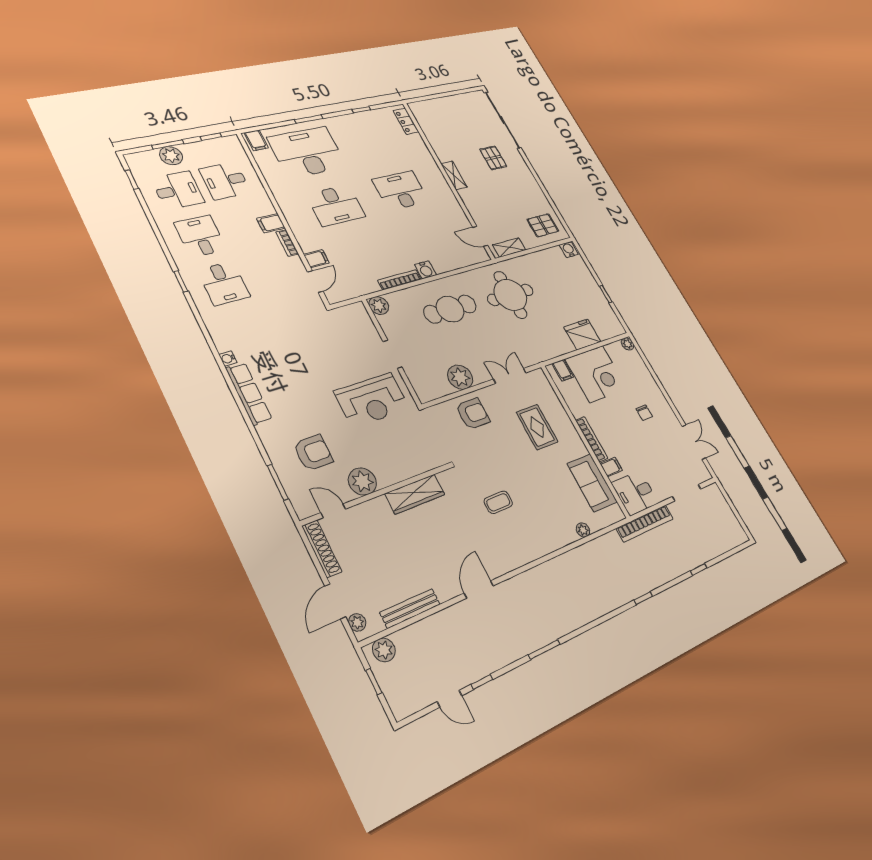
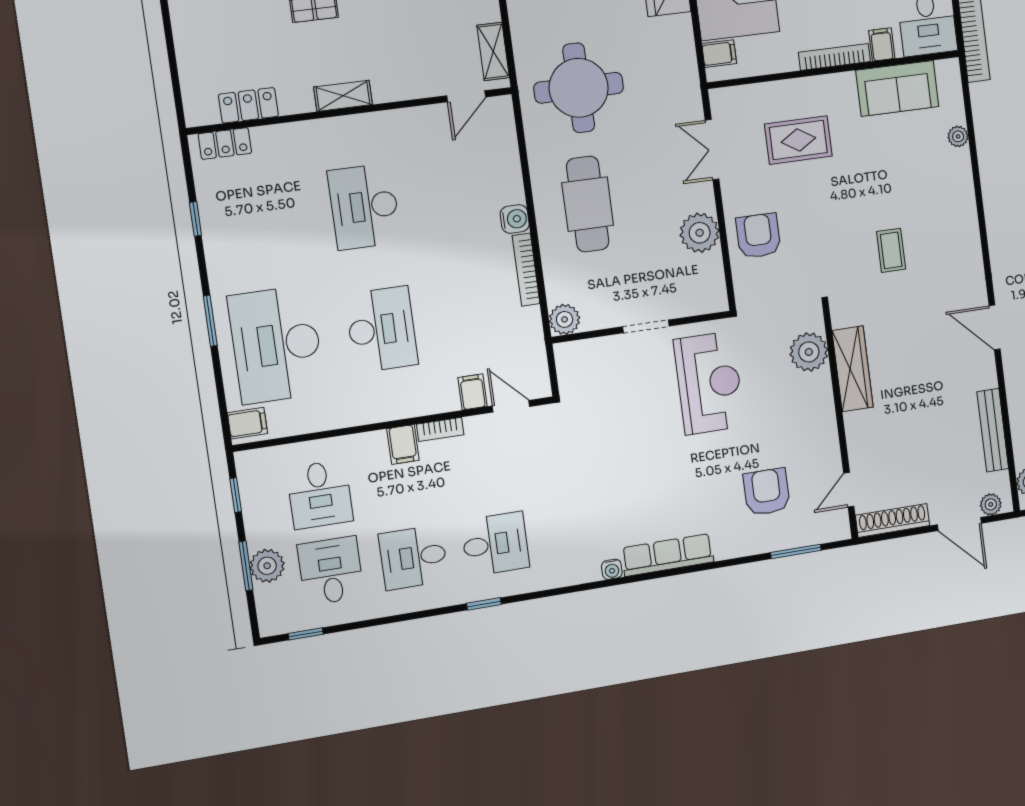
locker: (430, 131) -> (248, 105), added
plant: (362, 481) -> (809, 352), moved

